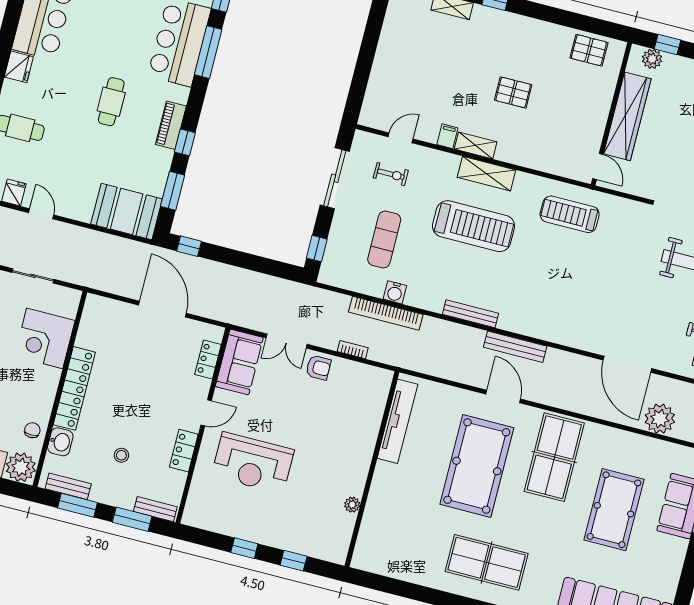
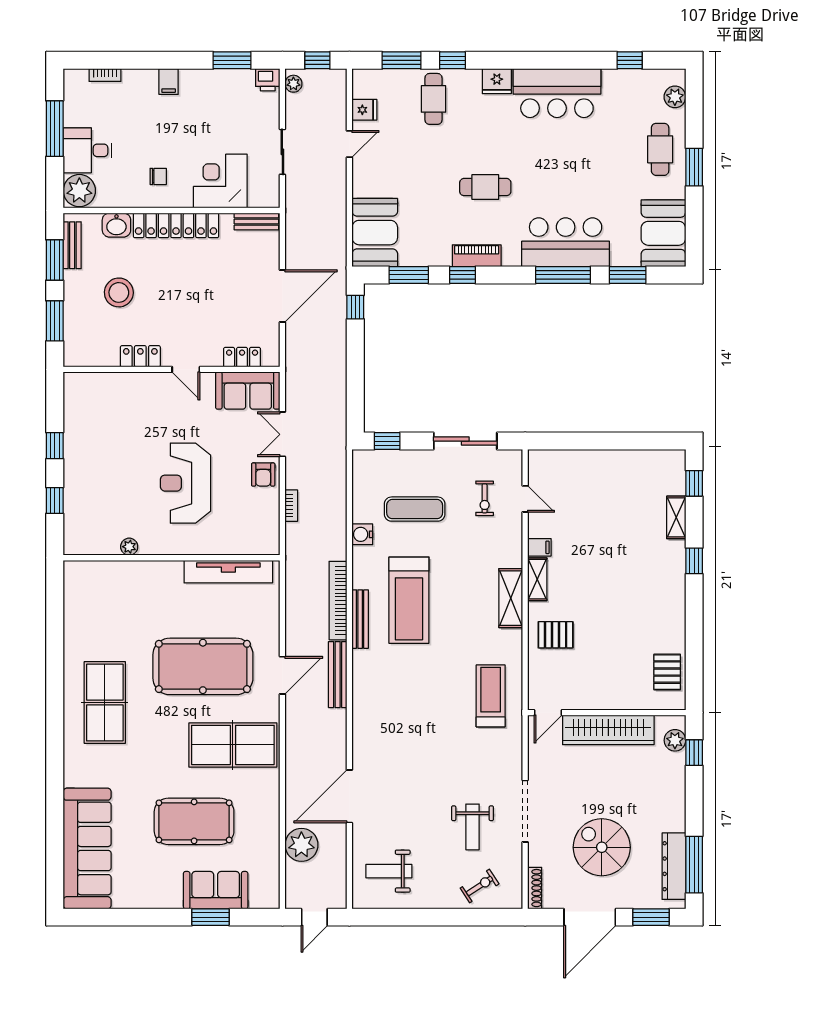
pallet: (513, 92) -> (556, 635), moved, turned 90
treadmill: (474, 226) -> (409, 600), moved
bookcase: (386, 313) -> (338, 601), moved
chair: (32, 430) -> (158, 176), moved
stool: (121, 455) -> (119, 292), width x1.89, depth x1.89
reception desk: (253, 463) -> (185, 483), moved
bench: (155, 509) -> (256, 221), moved, turned 90

